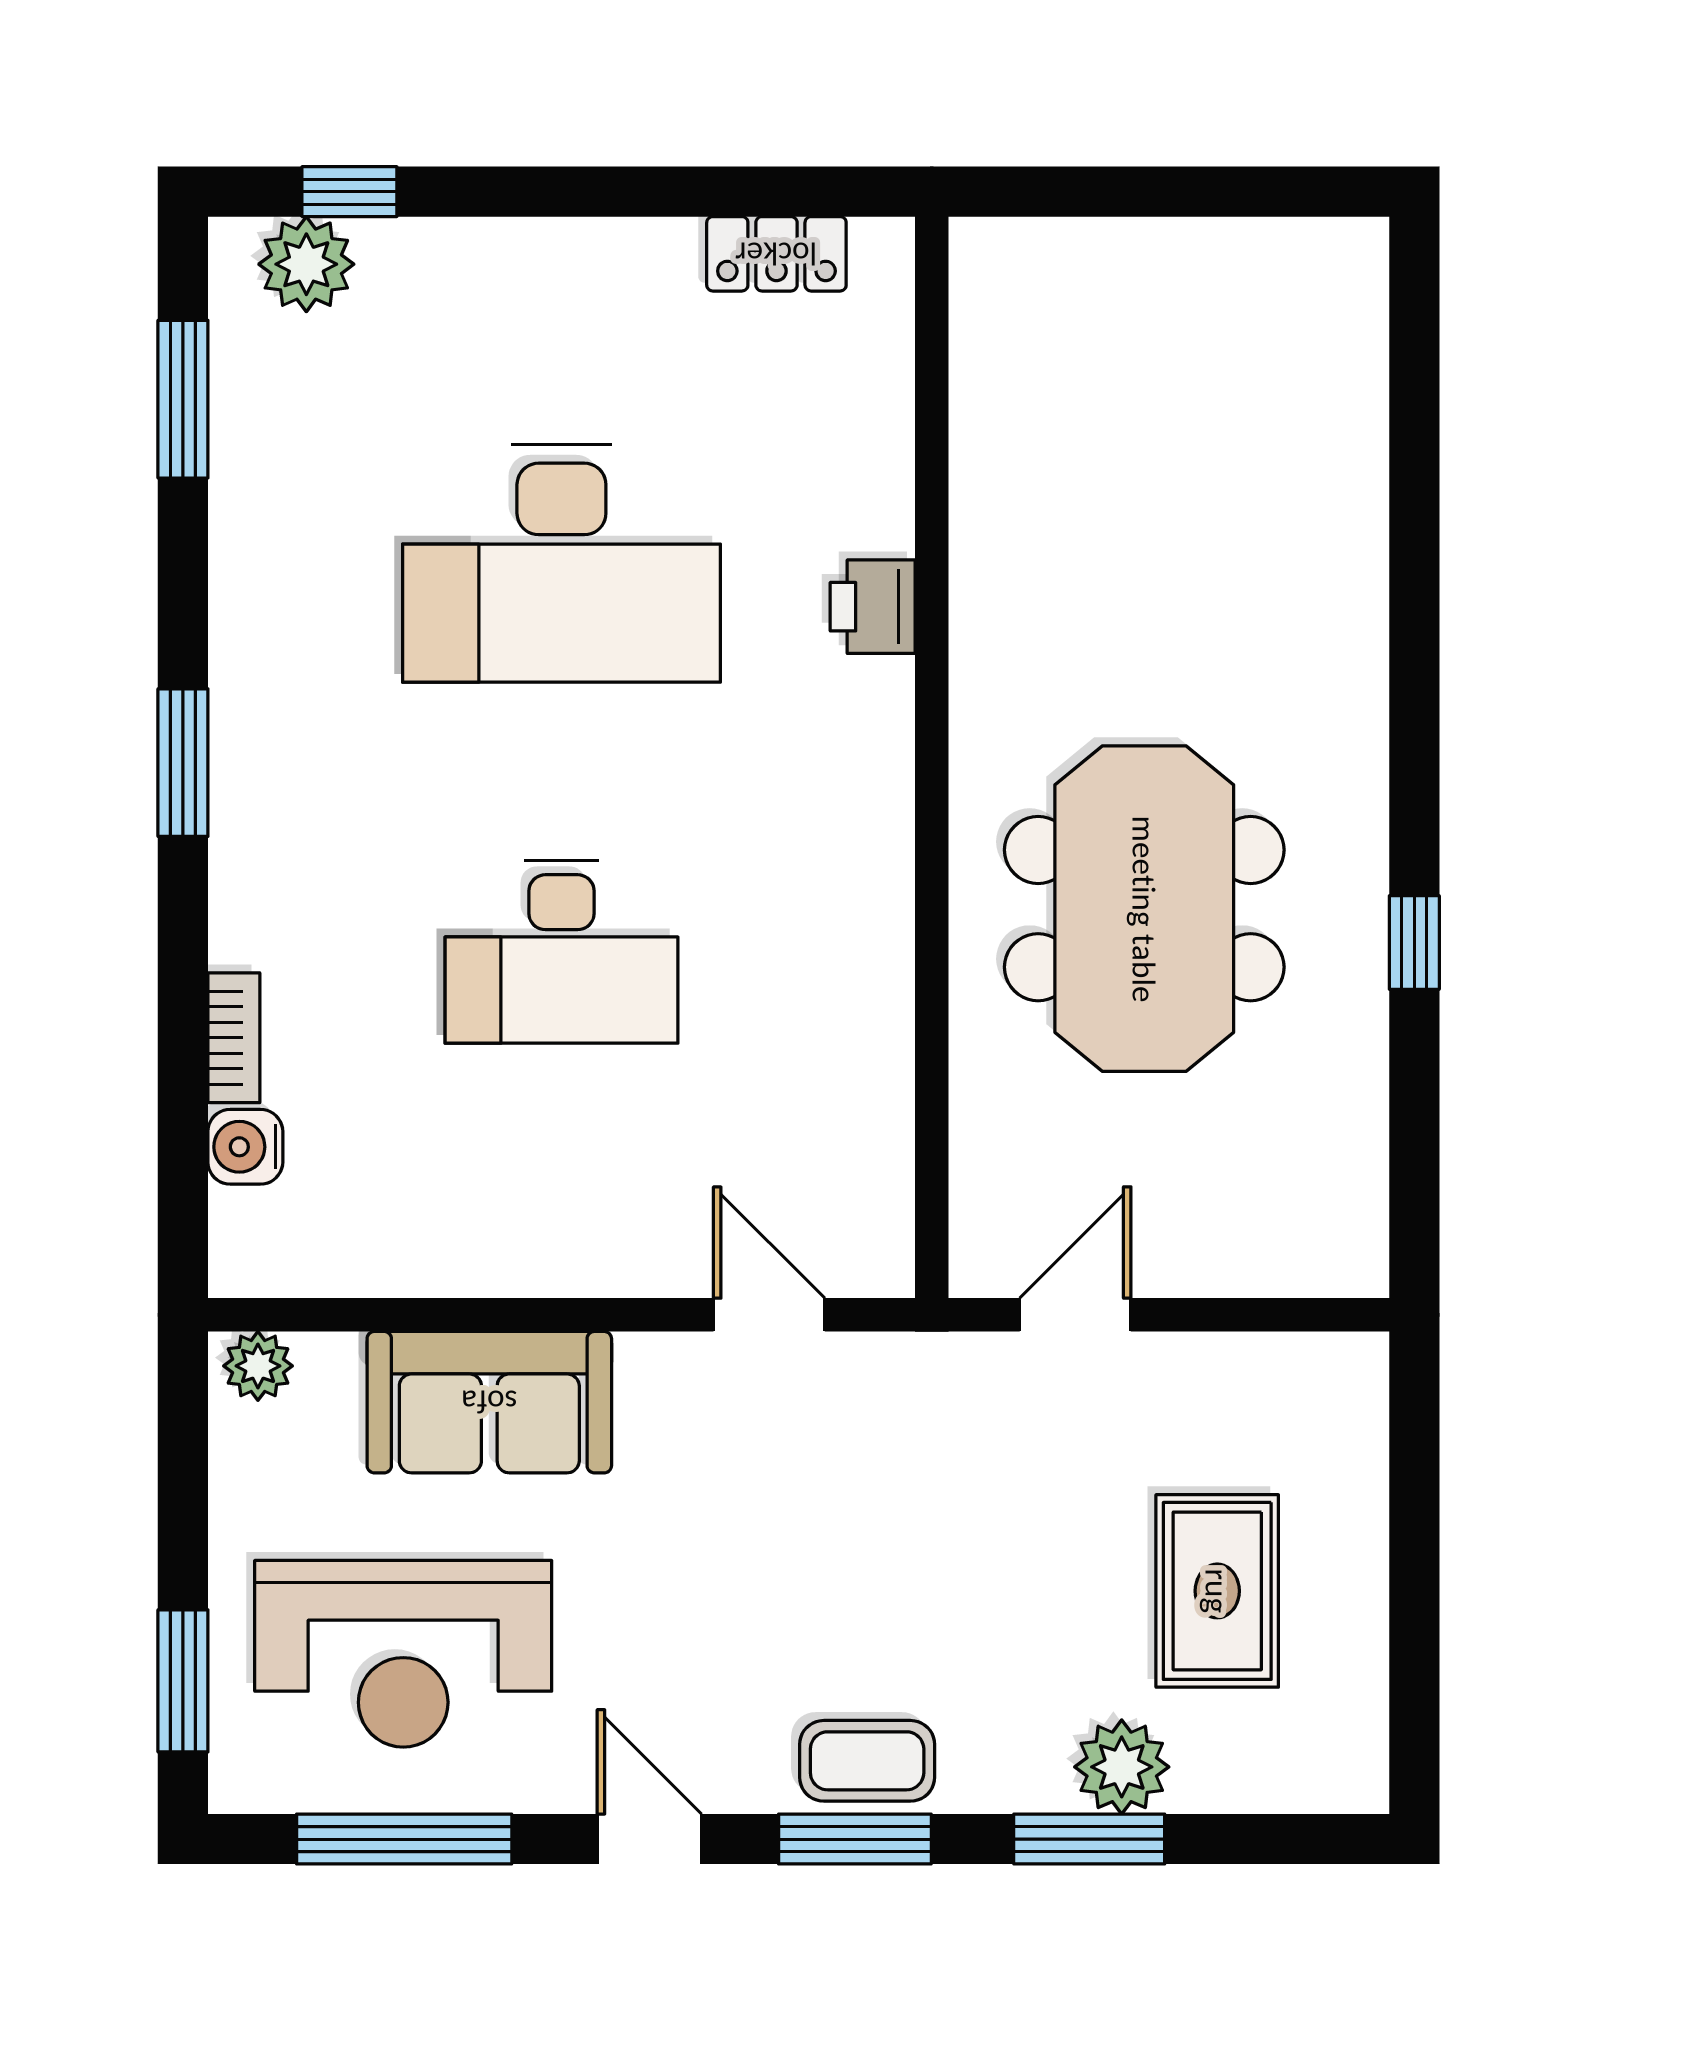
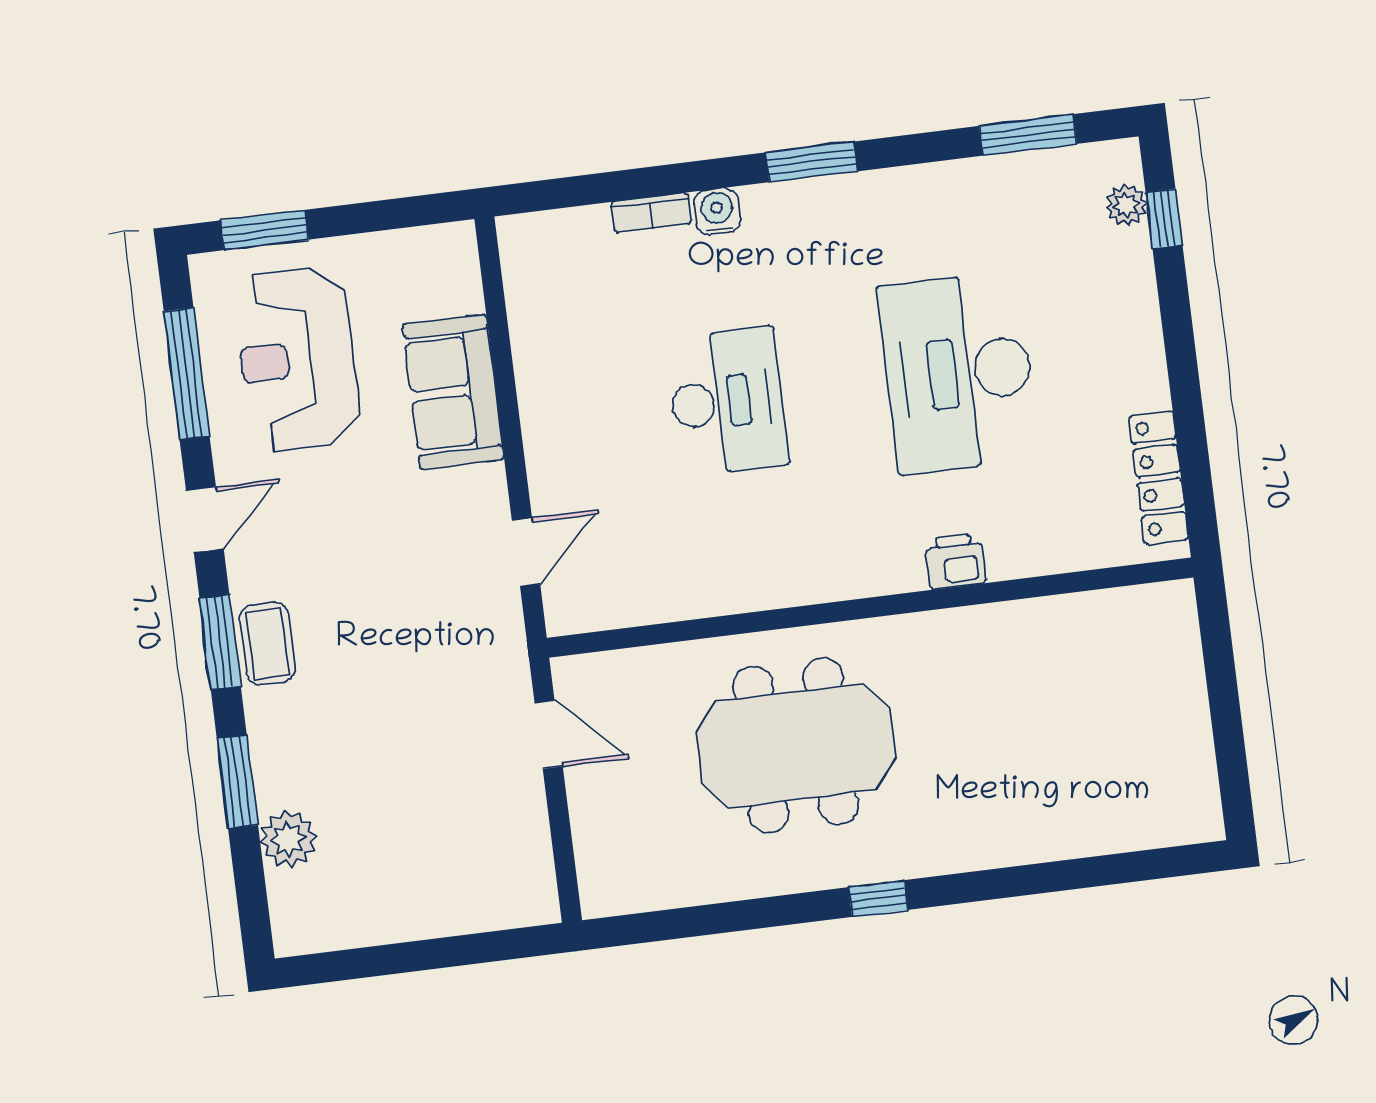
locker: (776, 254) -> (1159, 478), width x1.53
plant: (306, 264) -> (1126, 205), width x0.73, depth x0.73
window: (1414, 943) -> (878, 899), moved
desk: (561, 952) -> (727, 401), turned 180
water cooler: (245, 1147) -> (717, 211), moved
plant: (258, 1366) -> (458, 251), removed
rug: (1217, 1591) -> (395, 840), removed
plant: (1122, 1767) -> (288, 839), moved

